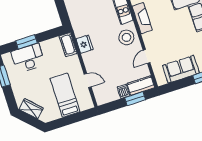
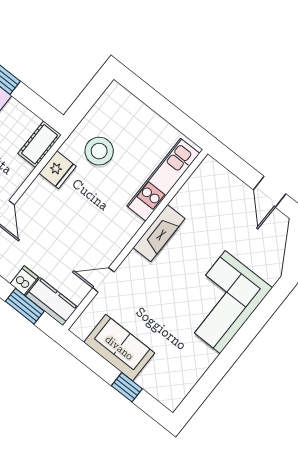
stool: (126, 37) -> (99, 151), moved

